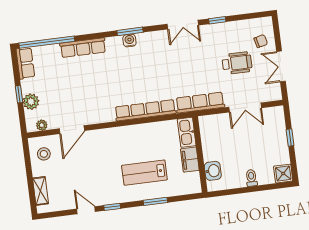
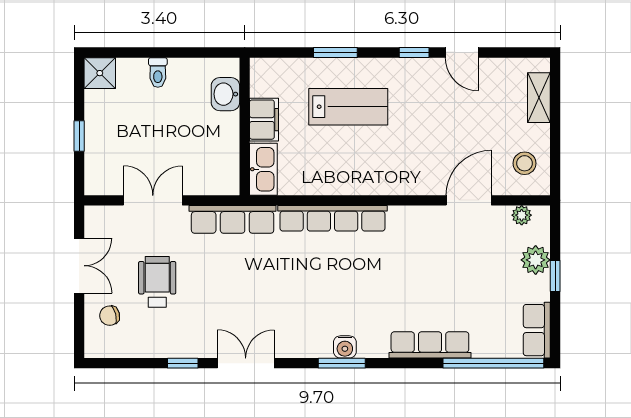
wheelchair: (237, 63) -> (157, 282), turned 90

